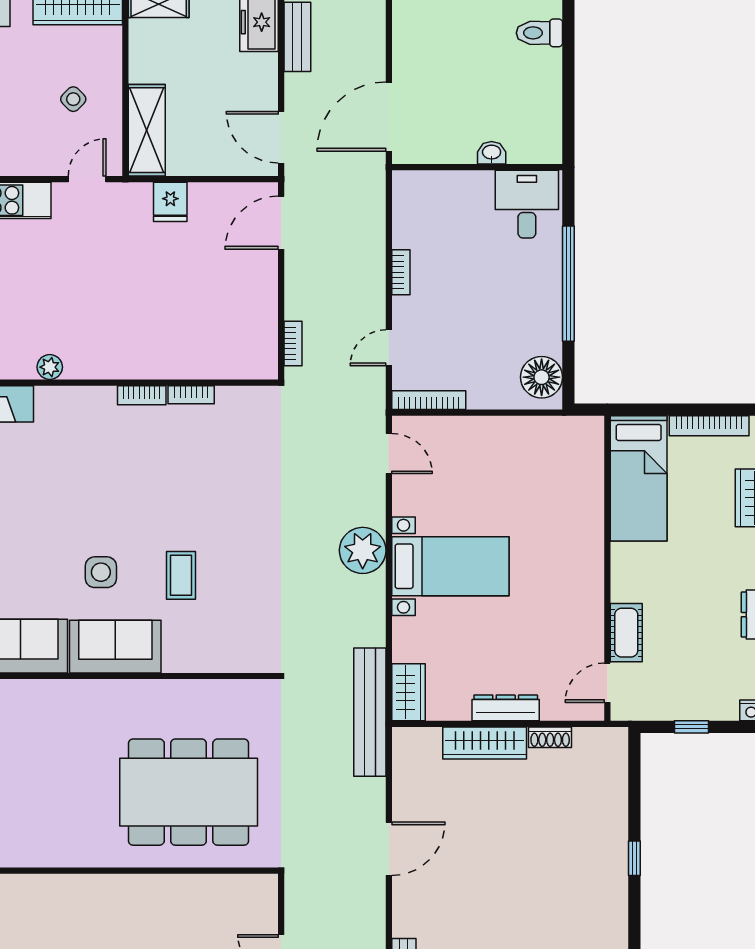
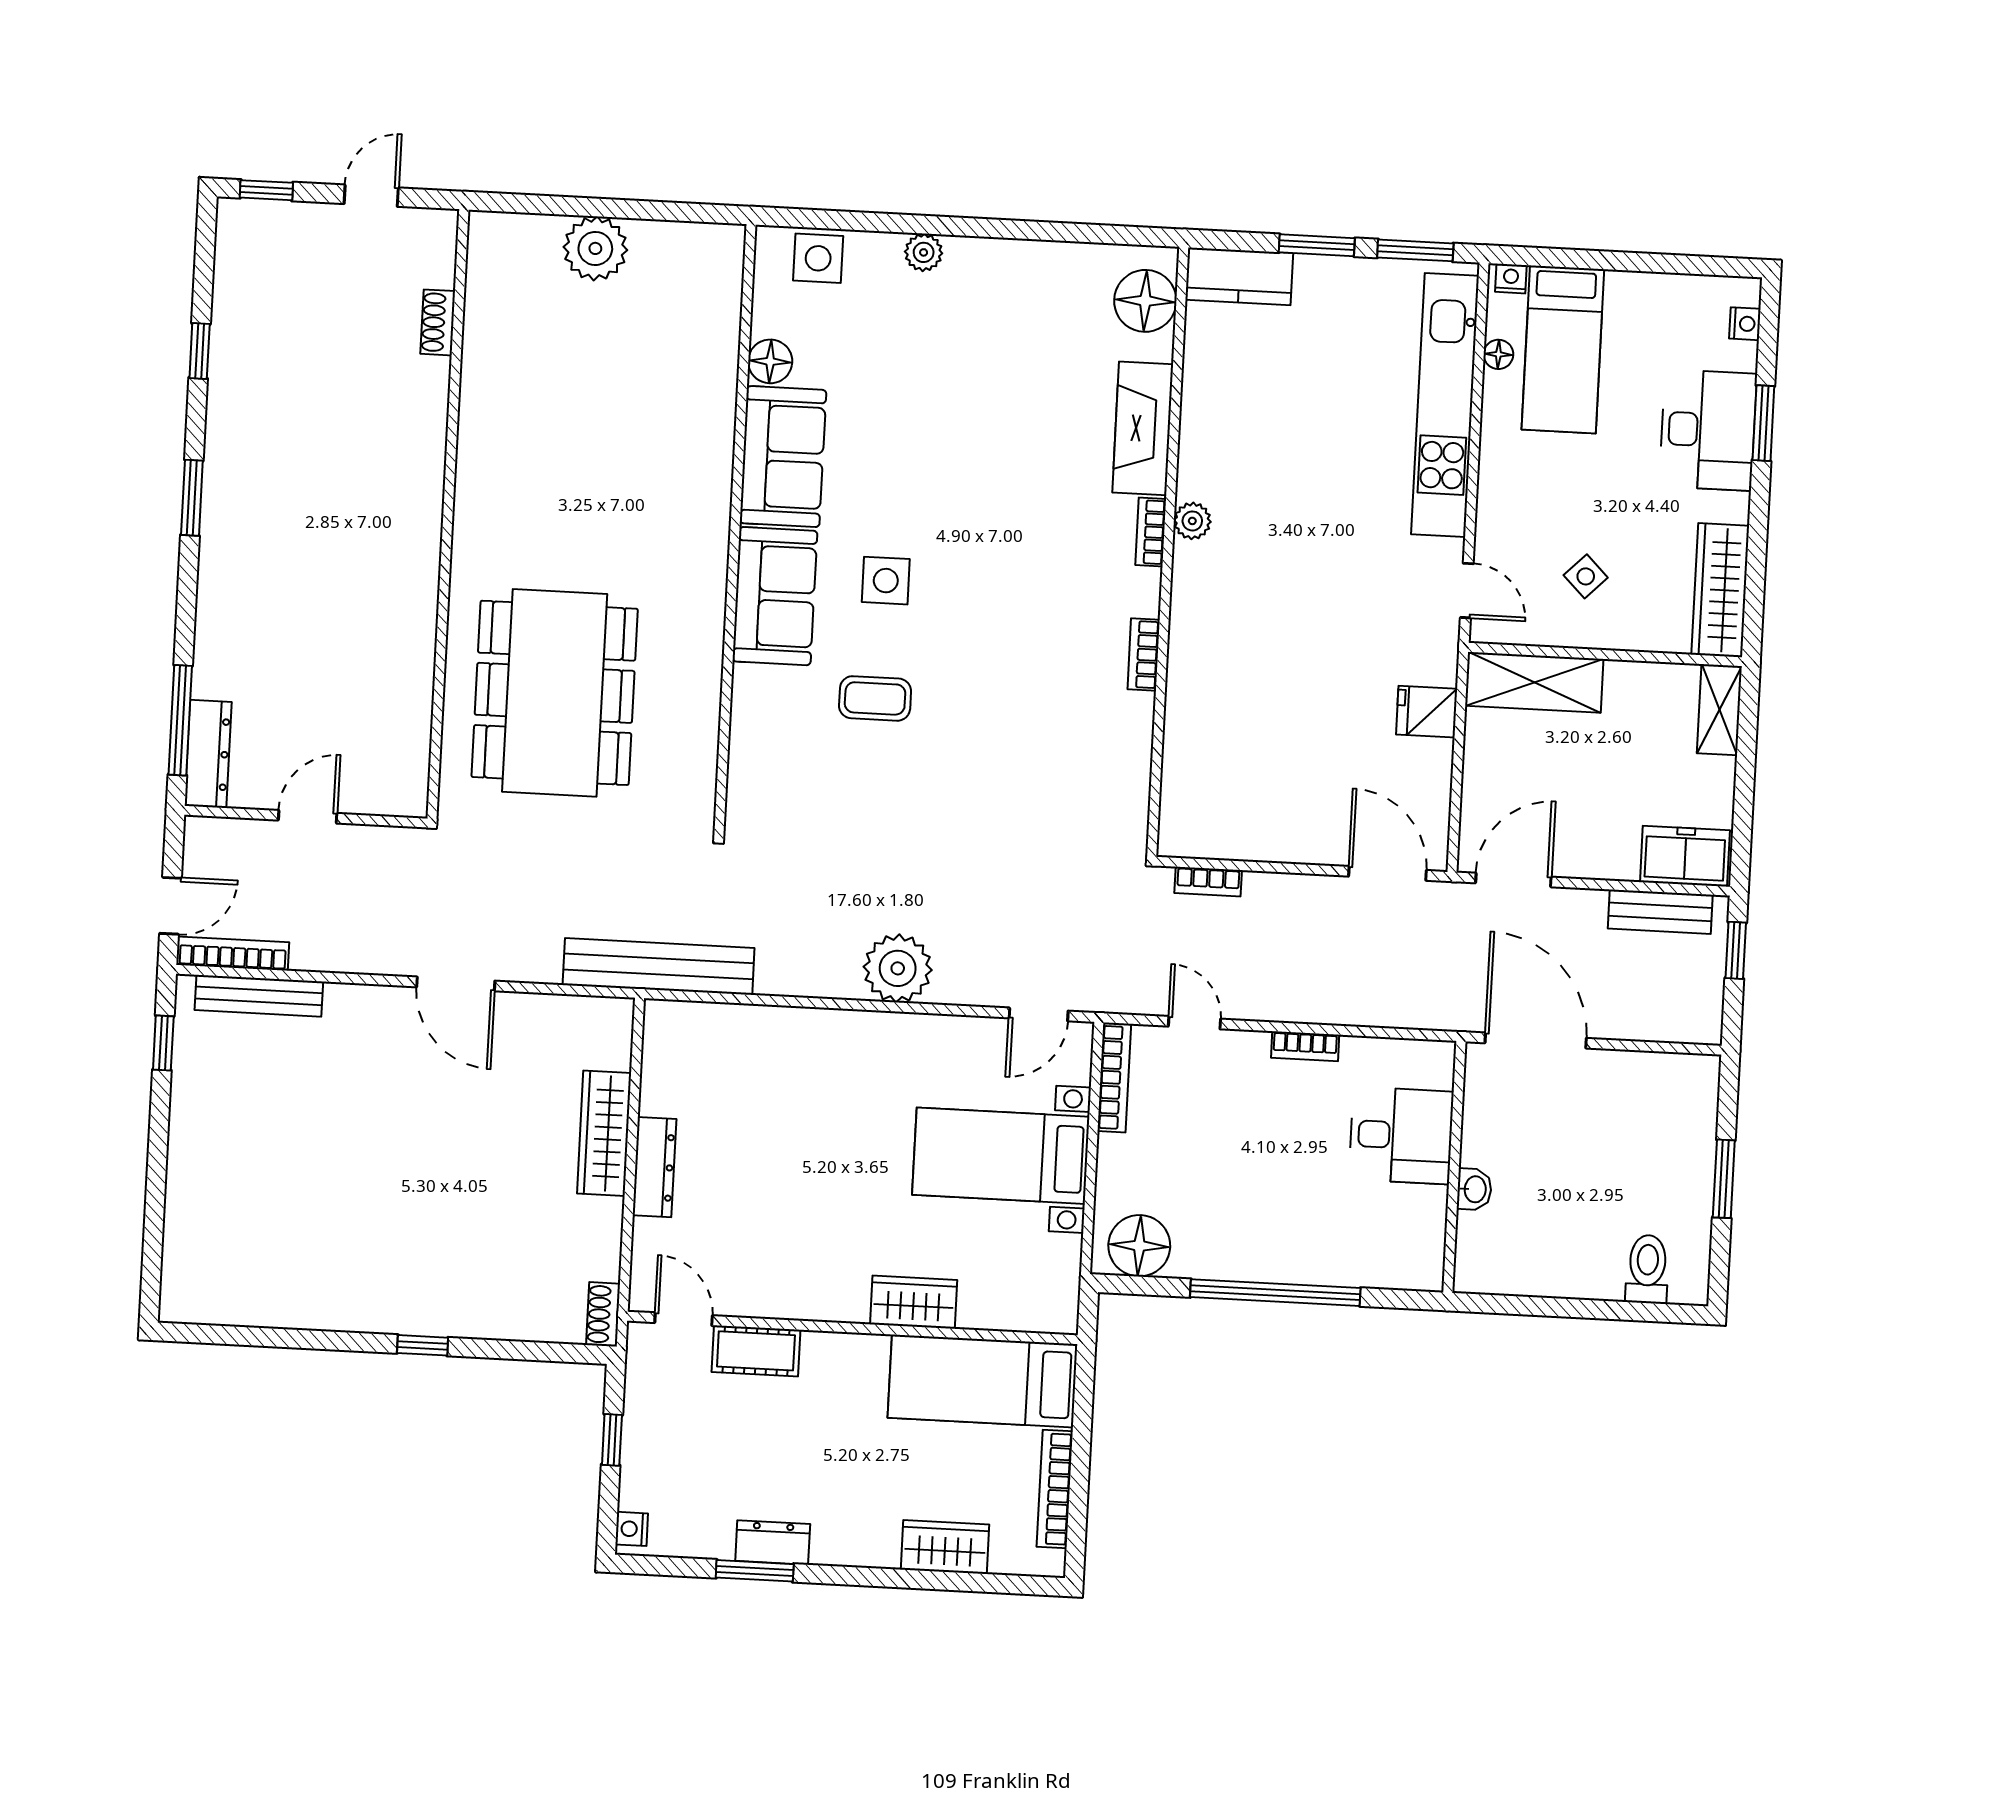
desk: (527, 204) -> (1401, 1135), moved
bookcase: (191, 395) -> (1151, 532), moved
bed with nightstands: (450, 566) -> (1001, 1156), moved, turned 90
wardrobe: (408, 692) -> (914, 1302), moved, turned 180
shoe rack: (550, 737) -> (603, 1314), moved

